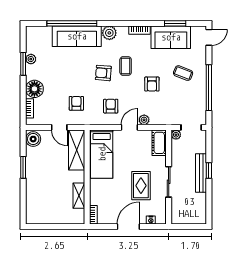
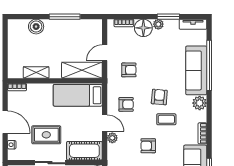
tv unit: (31, 39) -> (193, 24), added
plant: (31, 59) -> (158, 24), moved
boiler: (33, 139) -> (36, 27), moved
cot: (159, 143) -> (84, 151), width x1.37, depth x1.34
window: (23, 167) -> (65, 17), width x1.44

